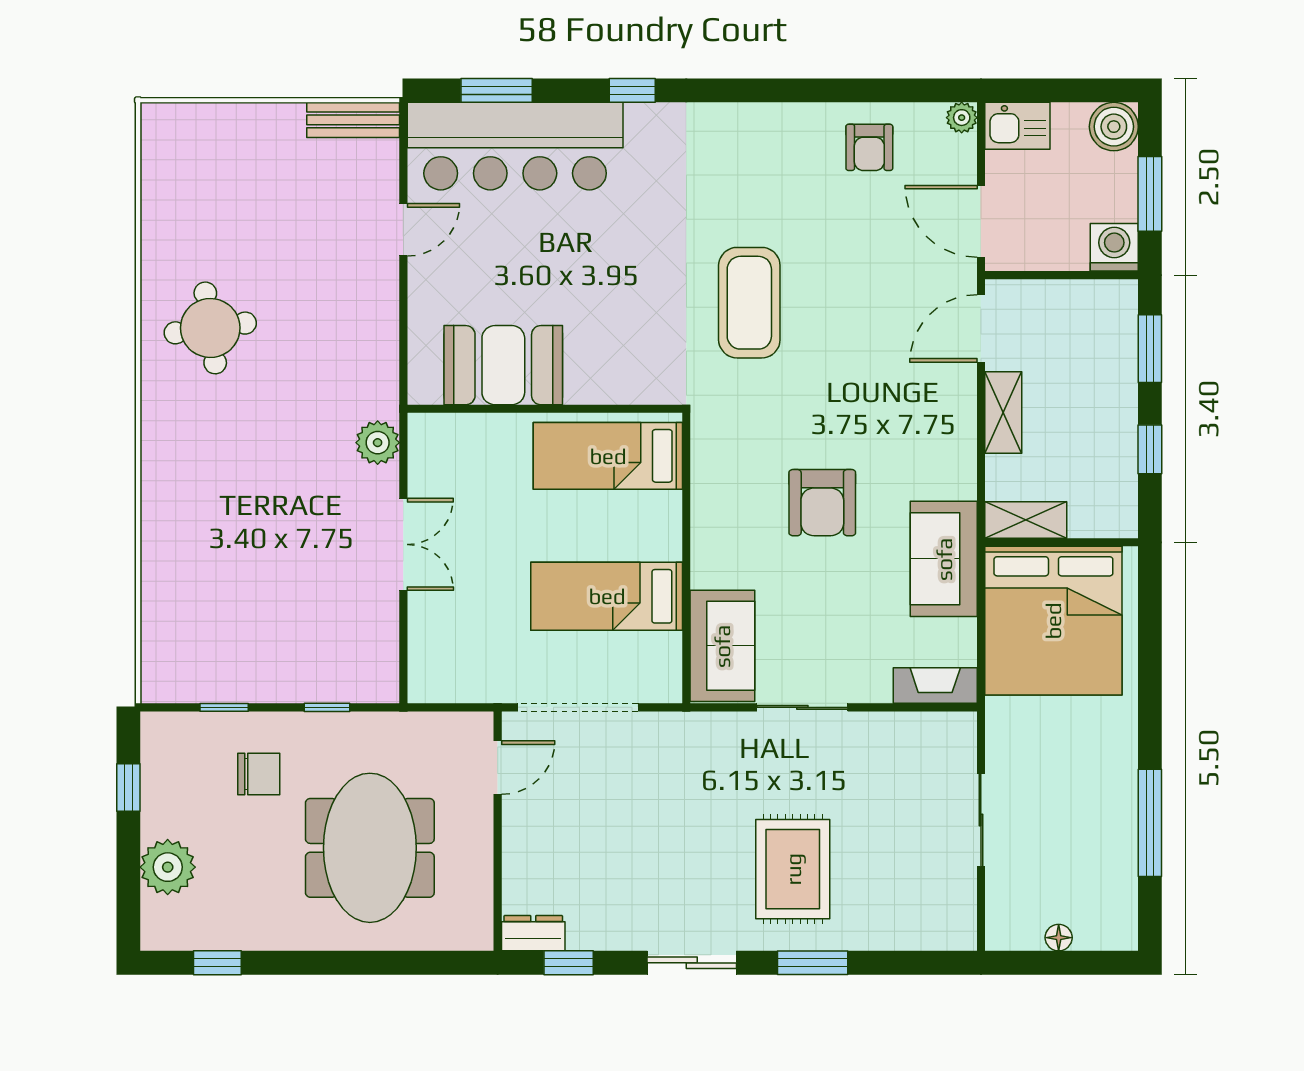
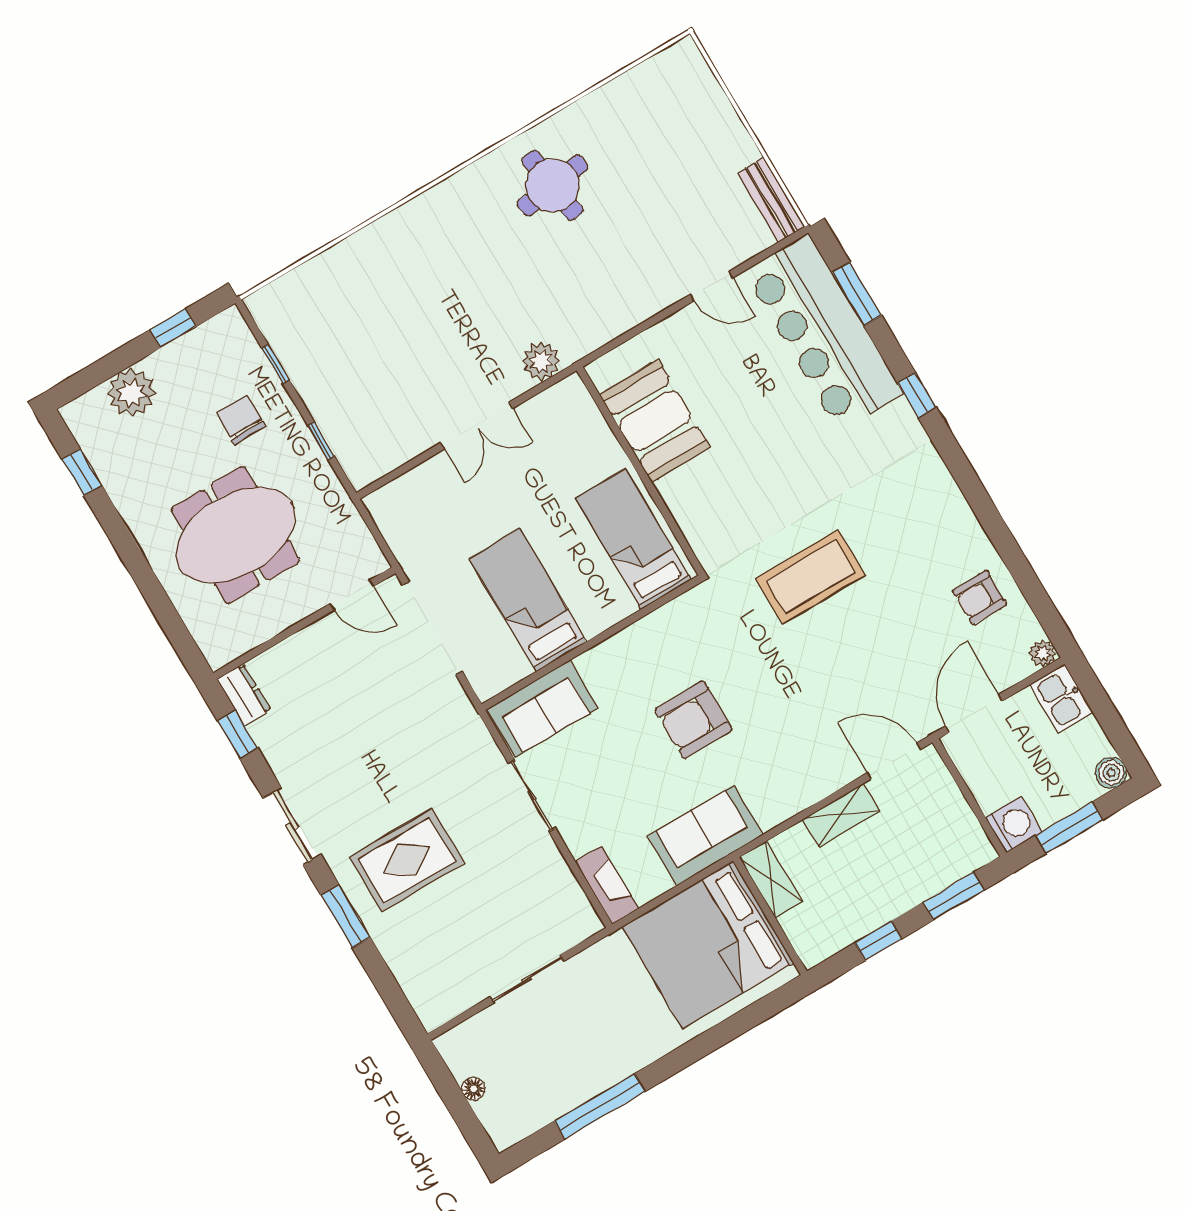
boiler: (1114, 127) -> (1111, 773), width x0.73, depth x0.73
chair: (259, 774) -> (241, 419), turned 180

